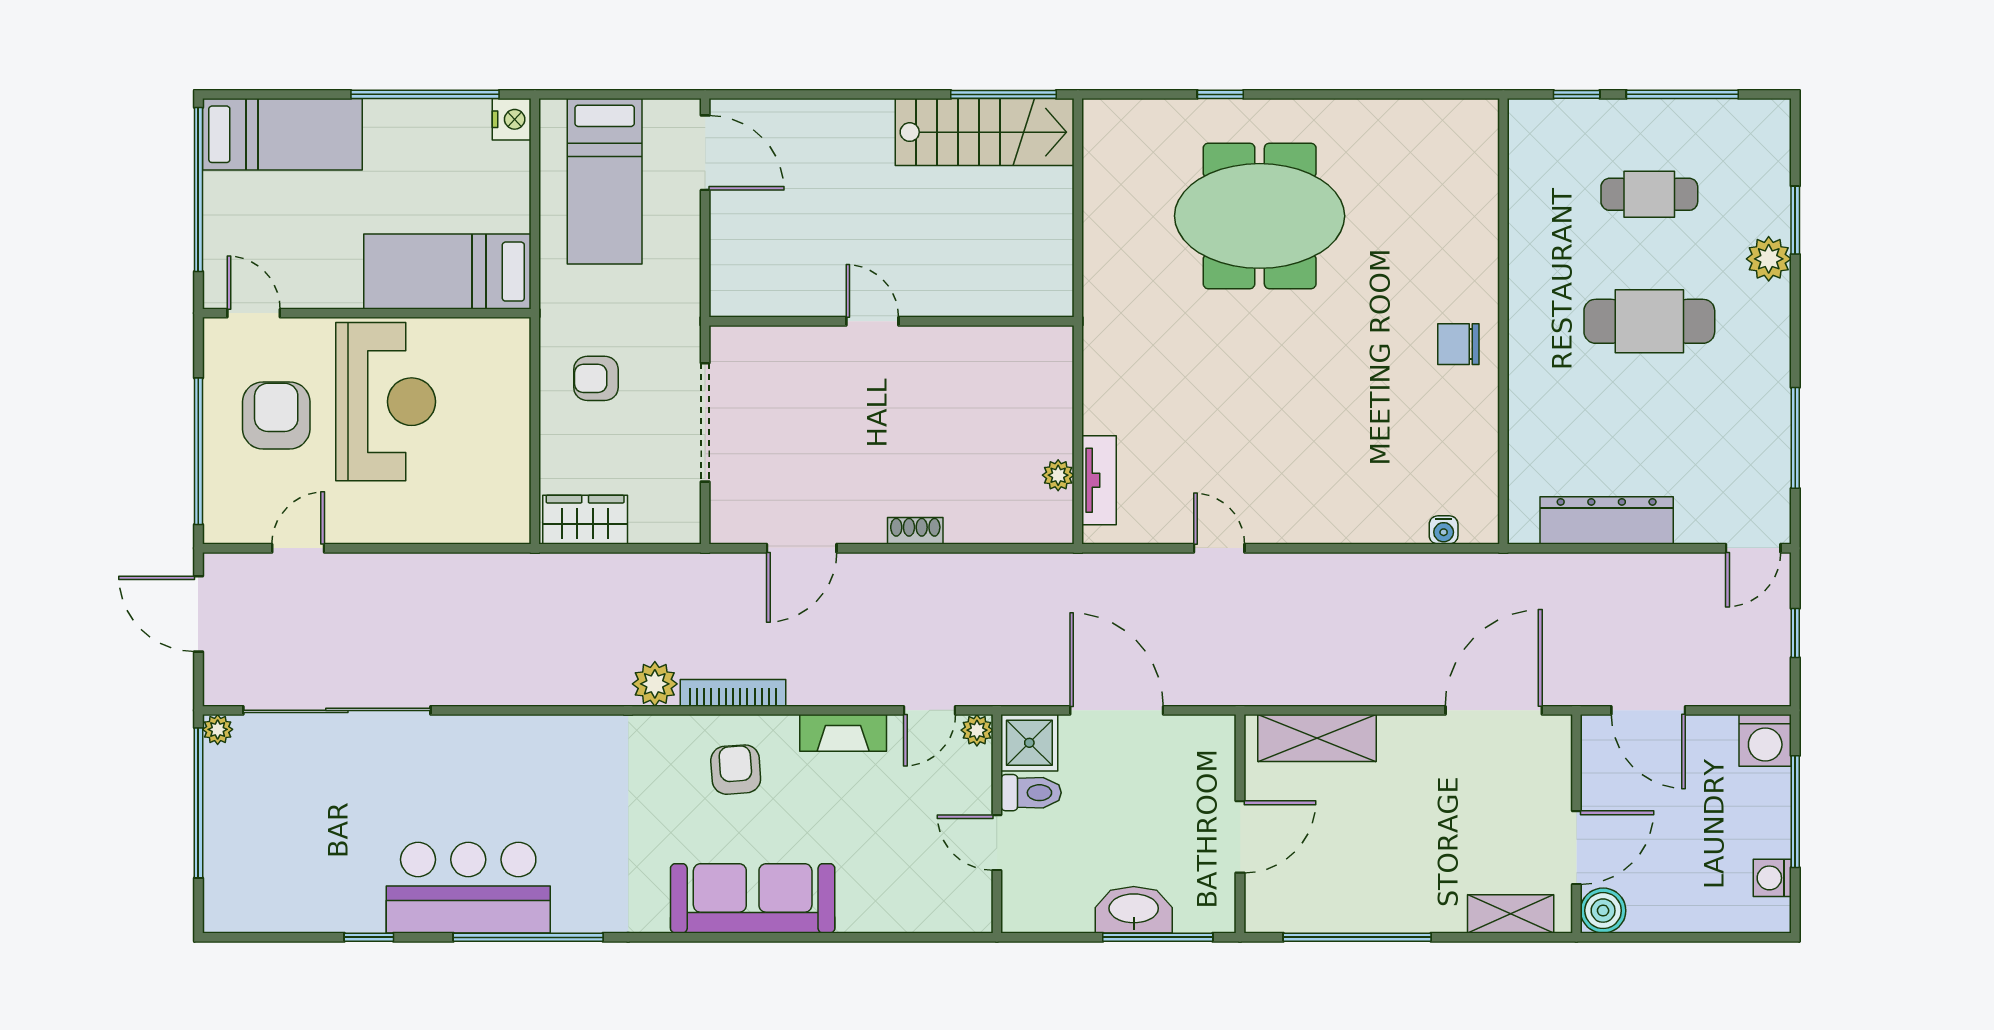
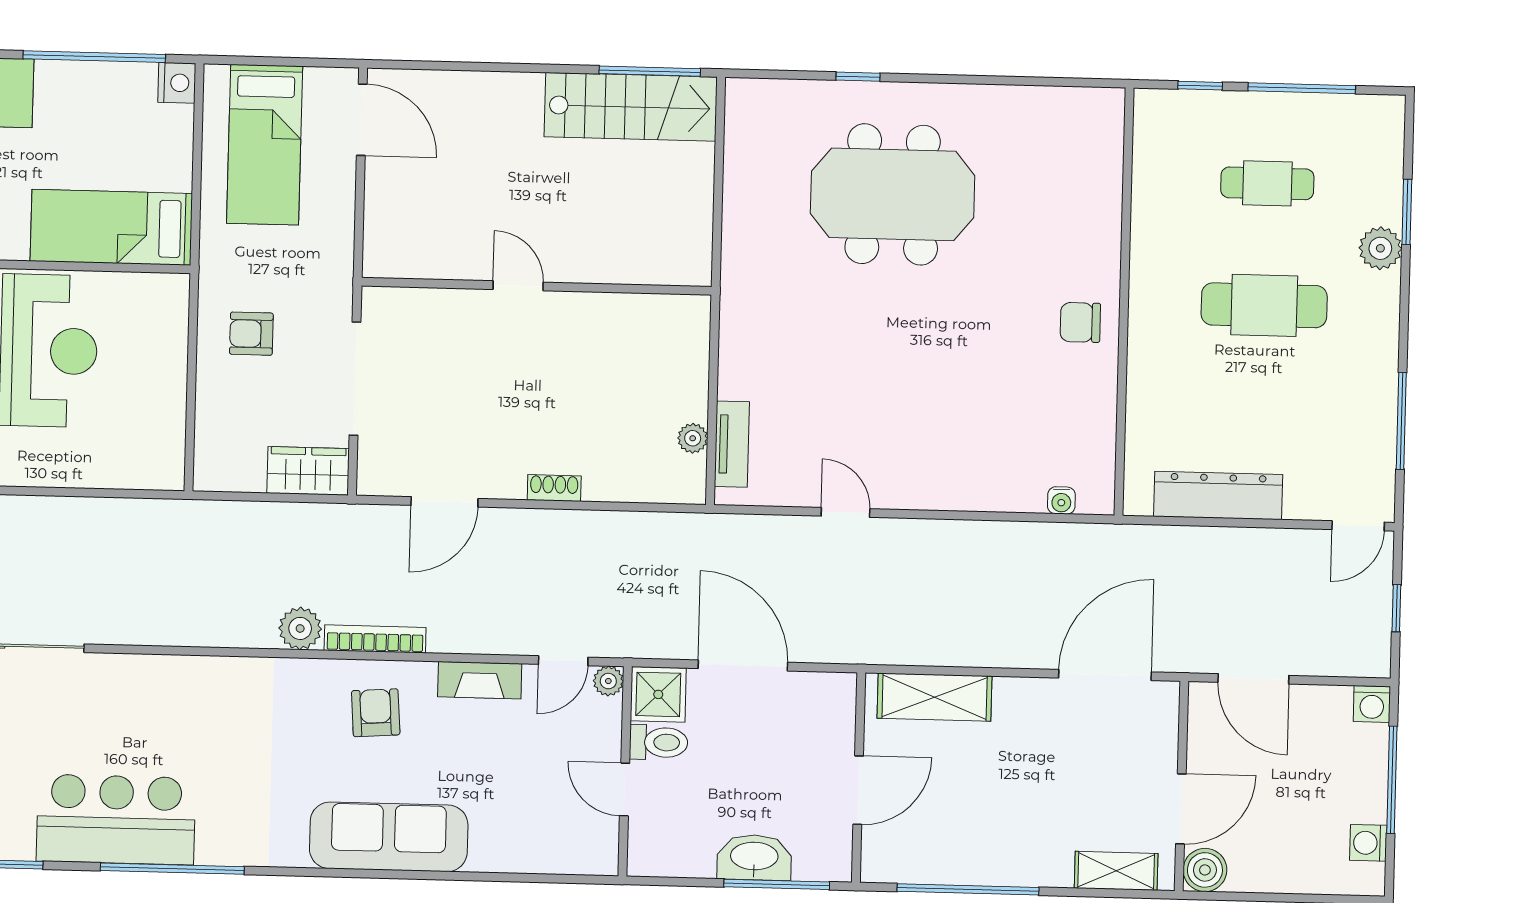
wardrobe: (585, 520) -> (308, 471), moved
washing machine: (1765, 740) -> (1372, 704), width x0.73, depth x0.73

